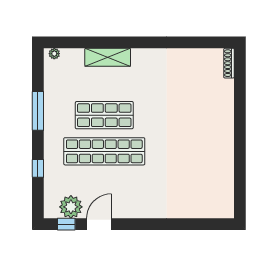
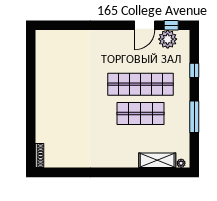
shelving: (108, 57) -> (157, 160), moved

